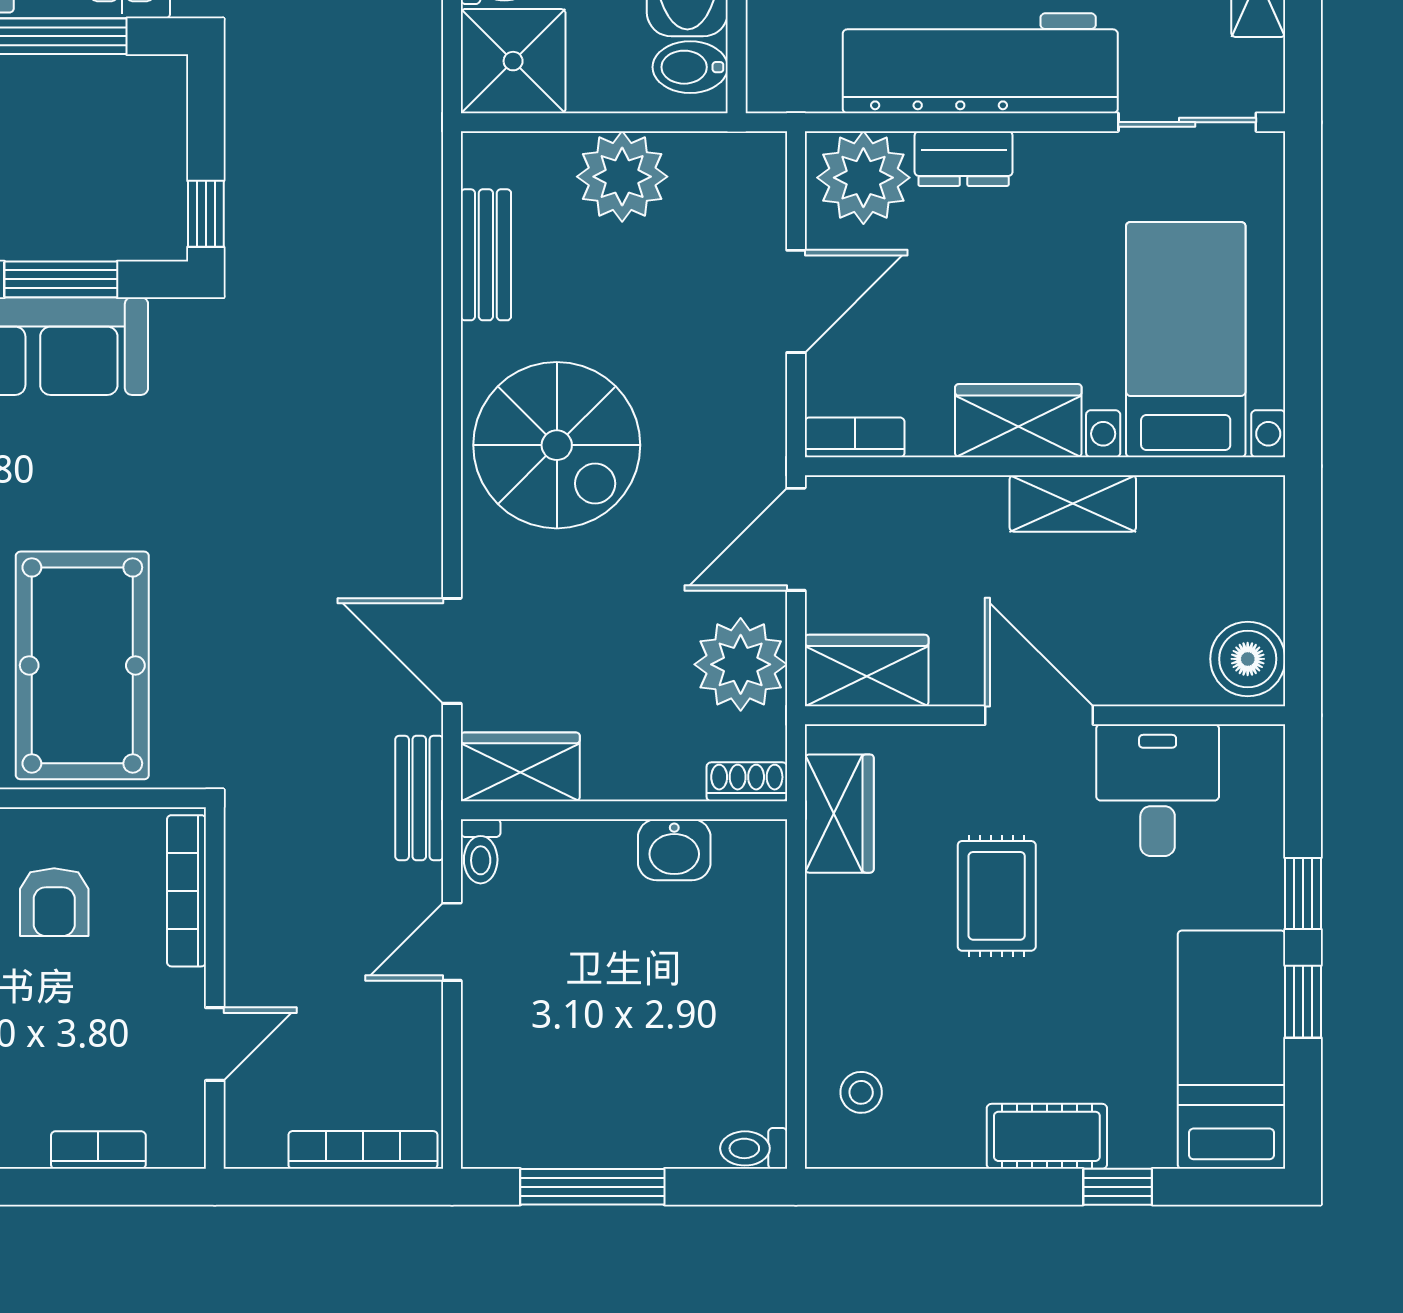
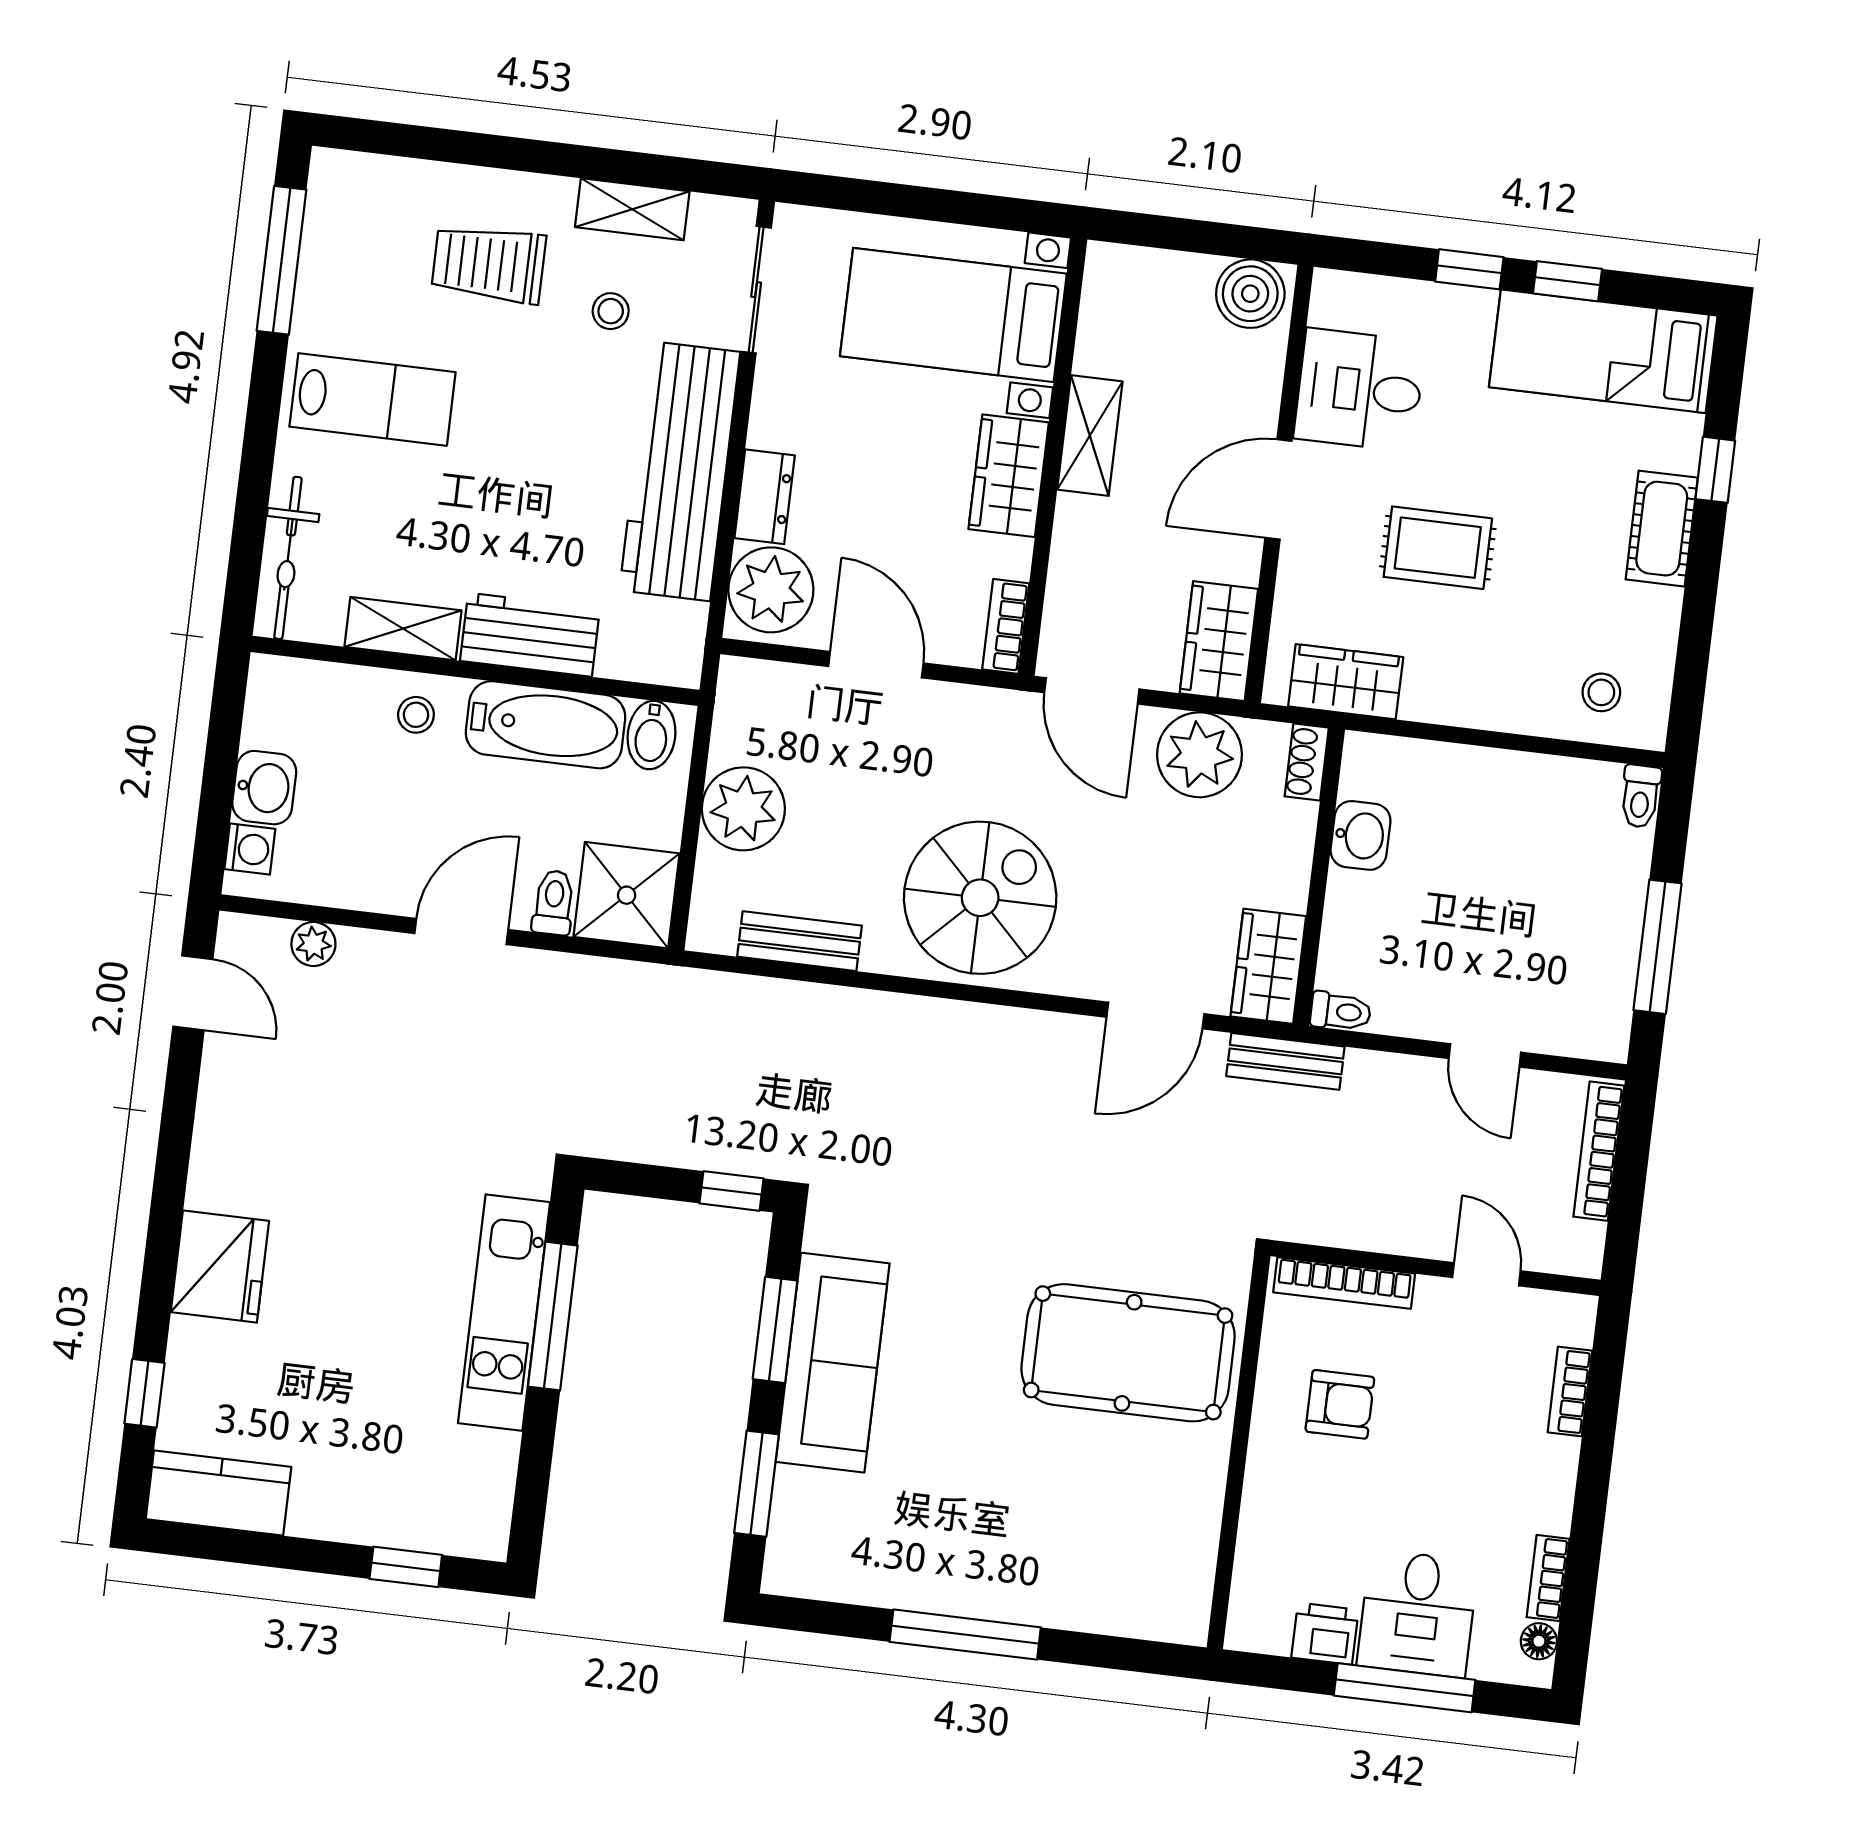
door: (452, 942) -> (1485, 1055), moved

